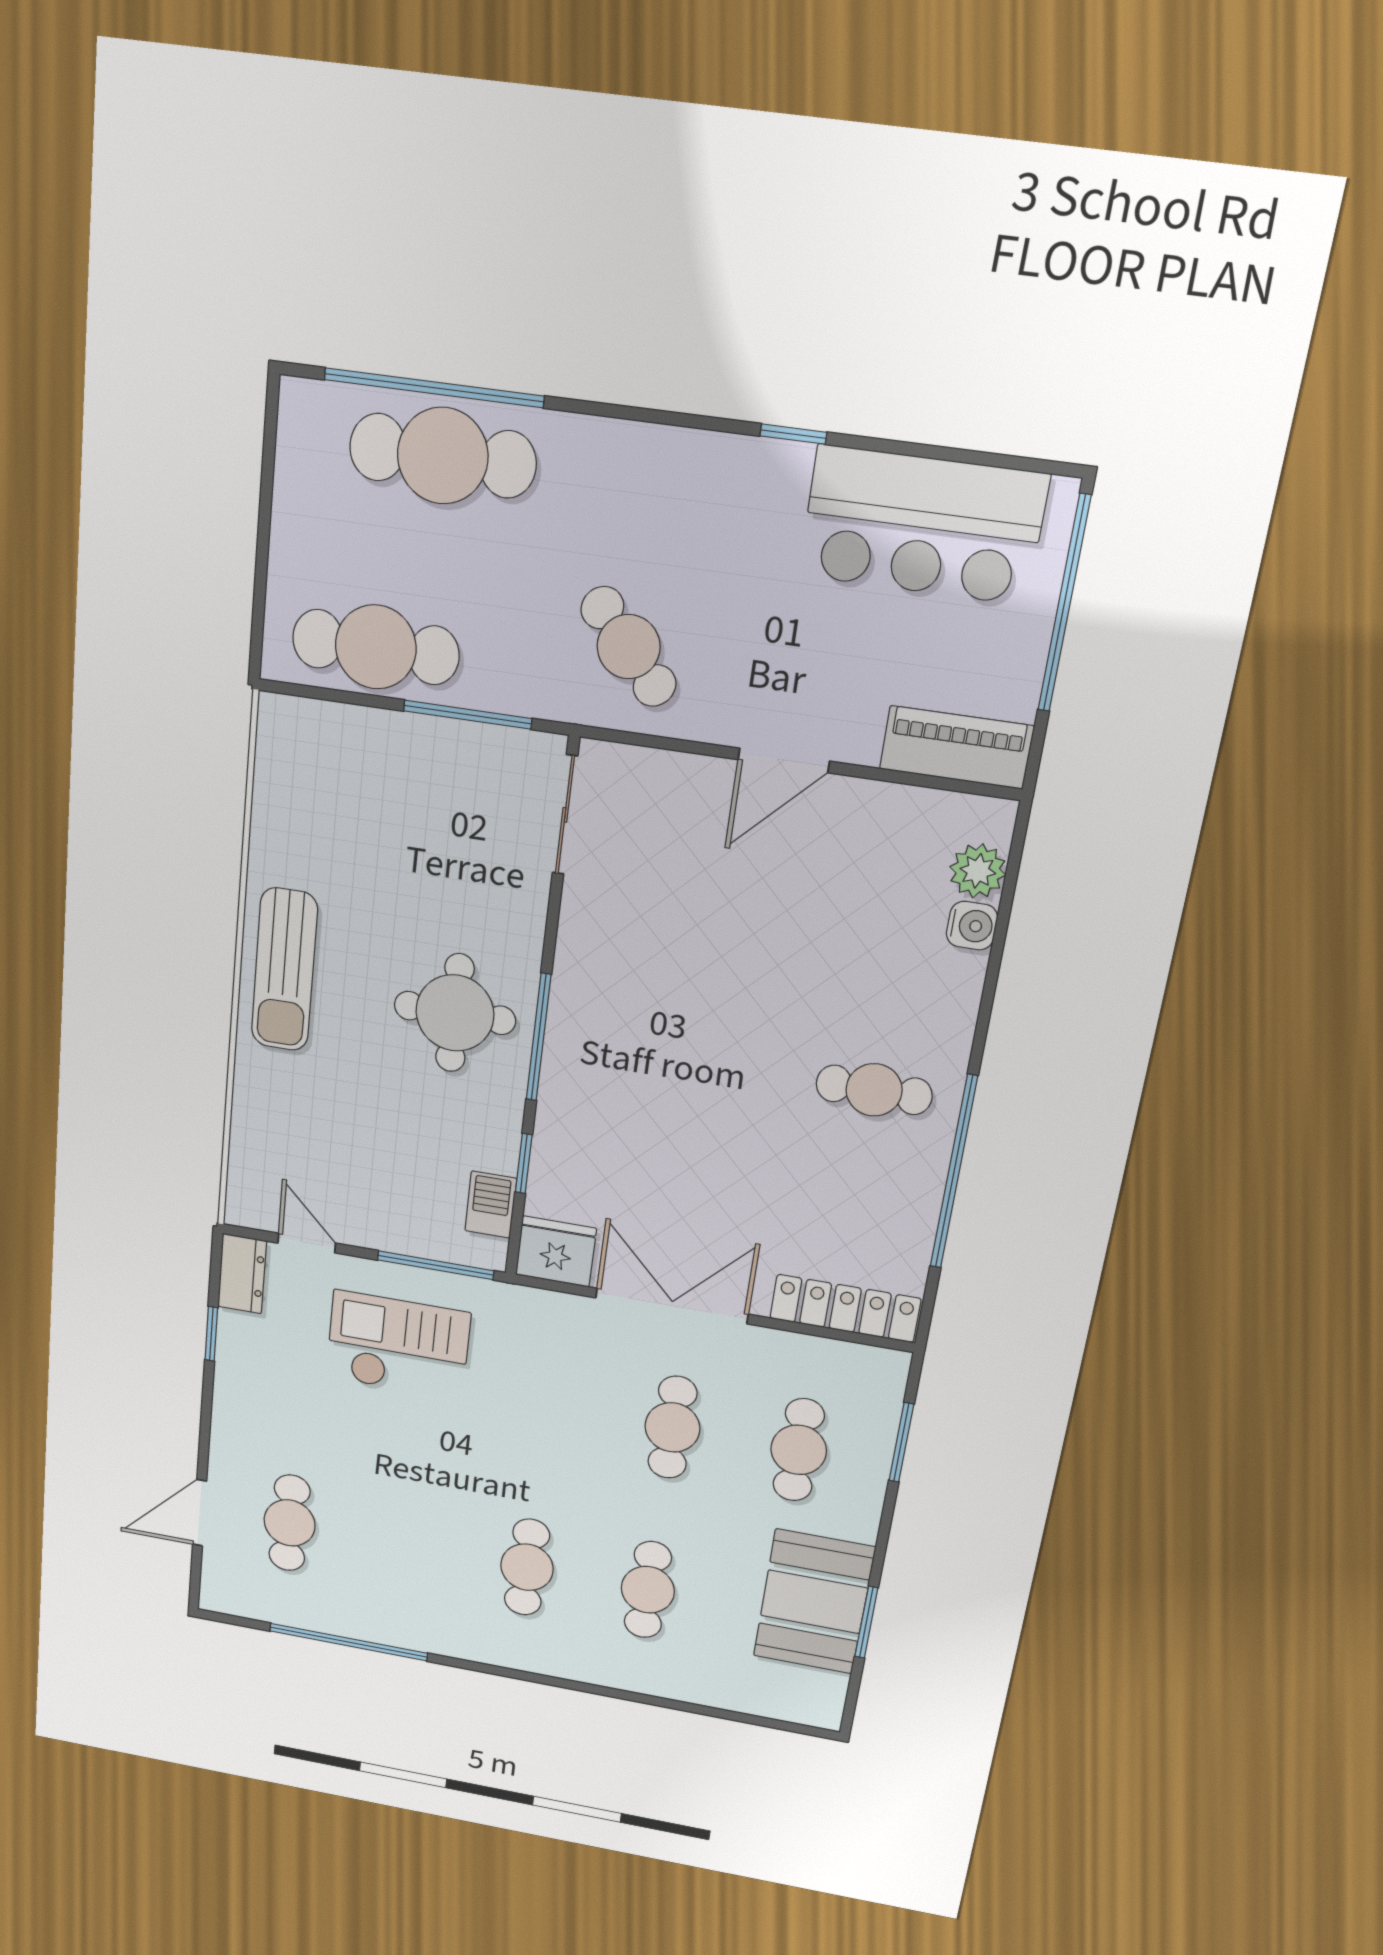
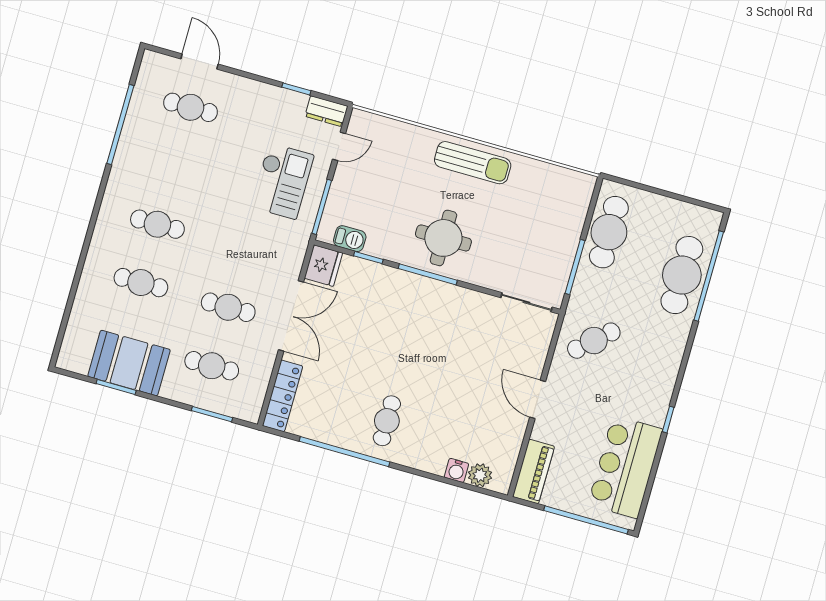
sun lounger: (284, 970) -> (473, 163), turned 180

